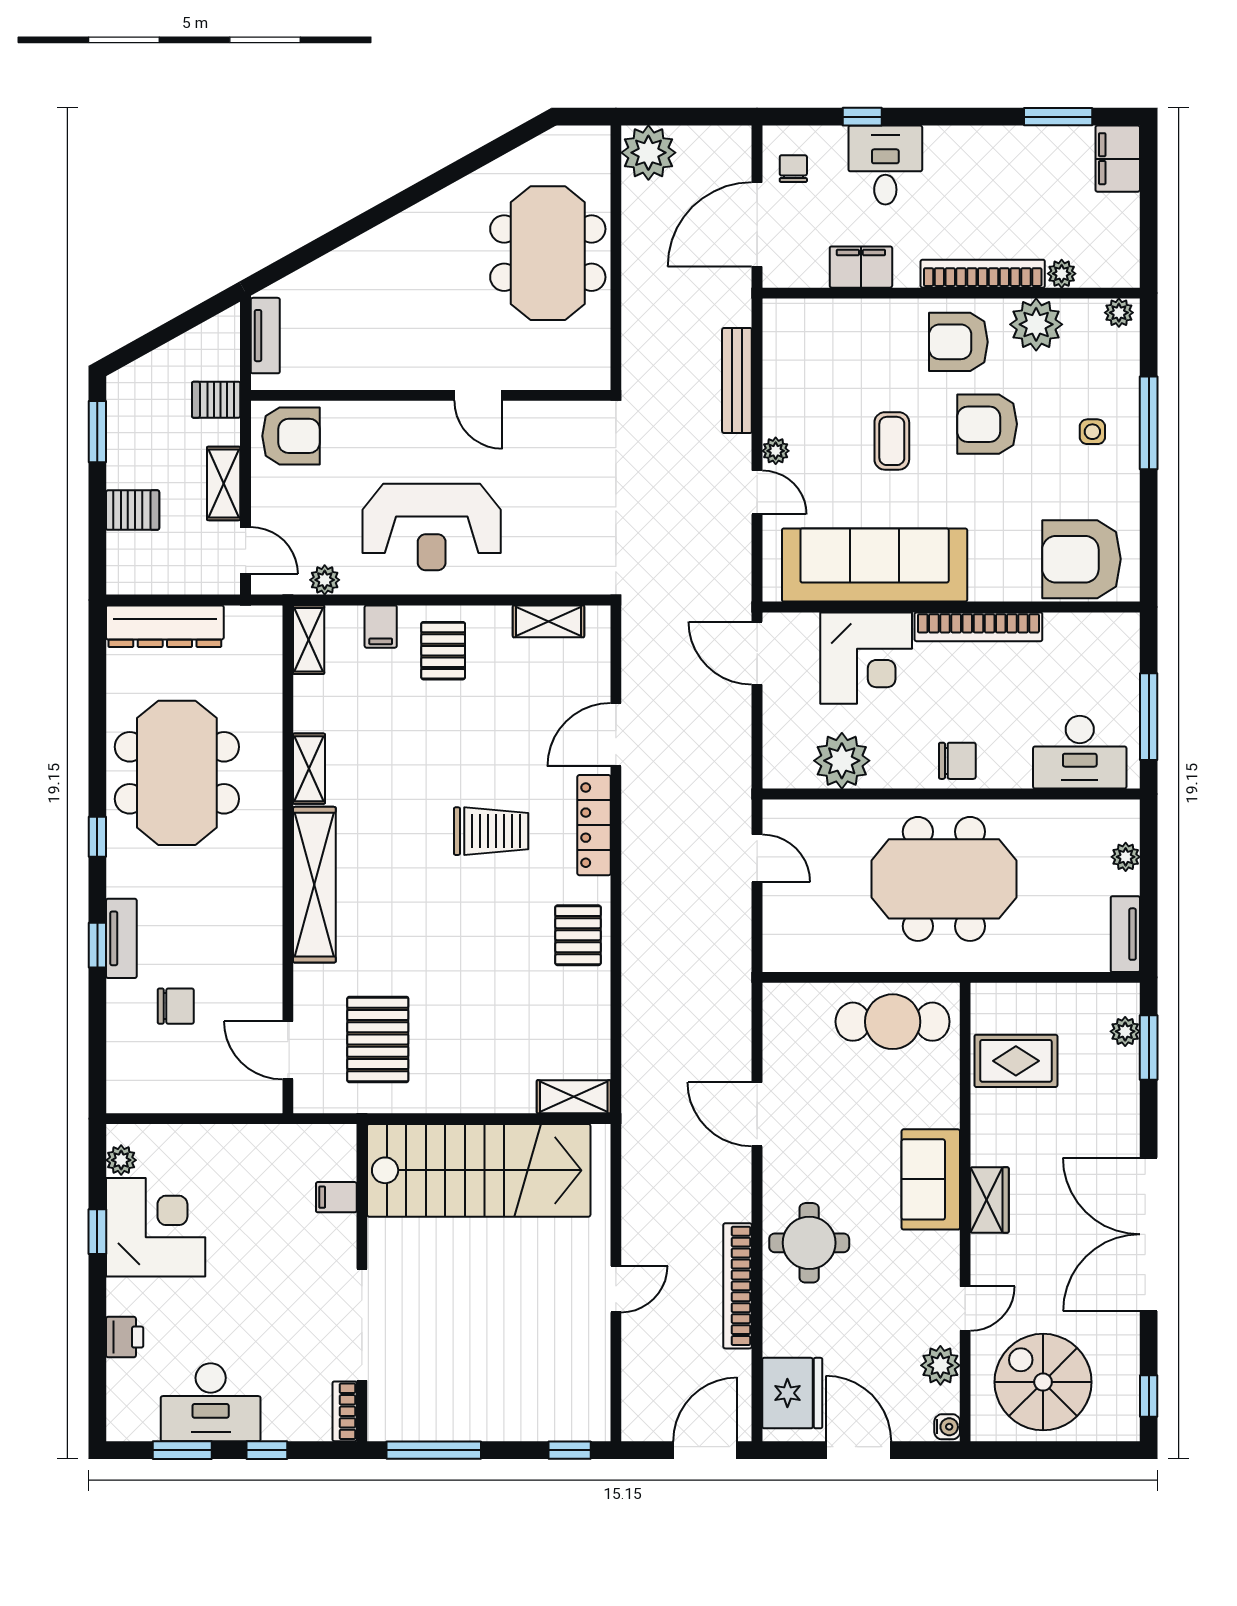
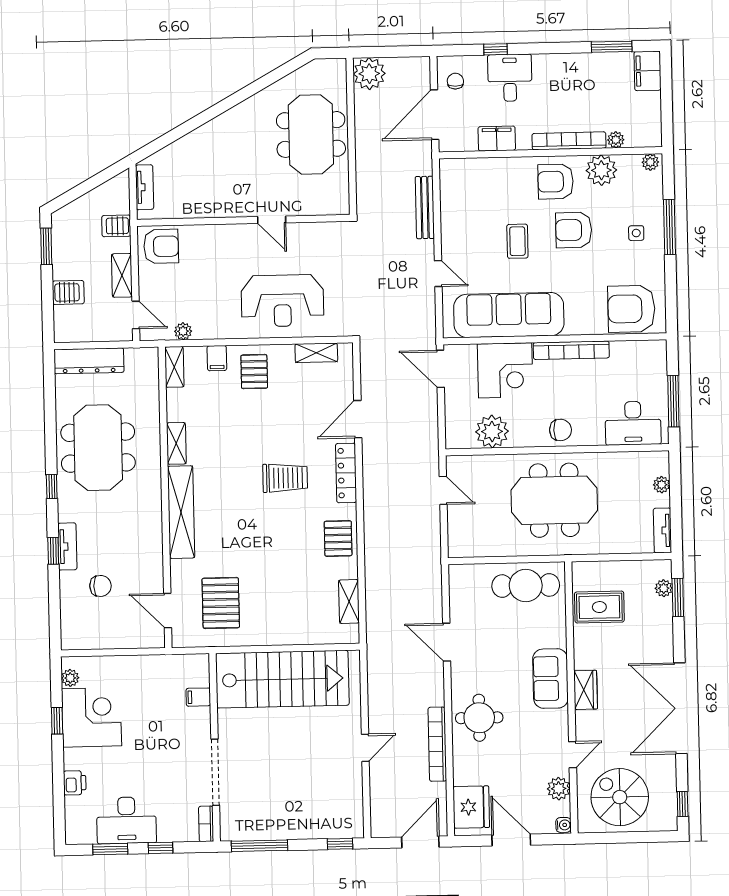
plant: (776, 451) -> (449, 249), removed
reception desk: (432, 527) -> (282, 301), moved
shelving: (574, 1097) -> (349, 602), moved, turned 90

